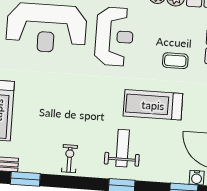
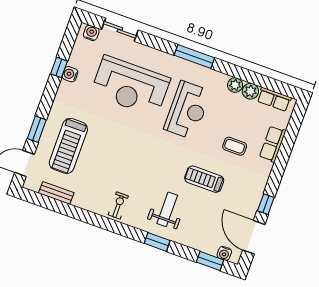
treadmill: (153, 105) -> (204, 179), width x0.73, depth x0.73
window: (25, 179) -> (75, 212), removed

